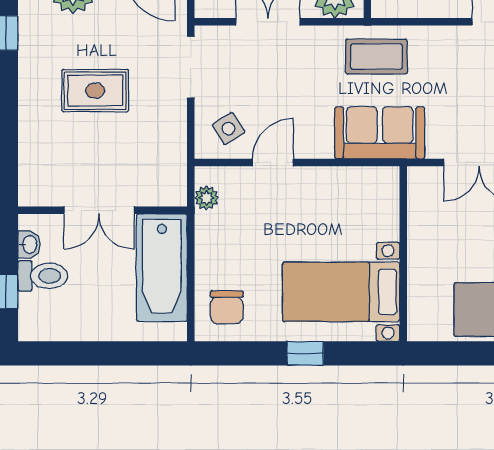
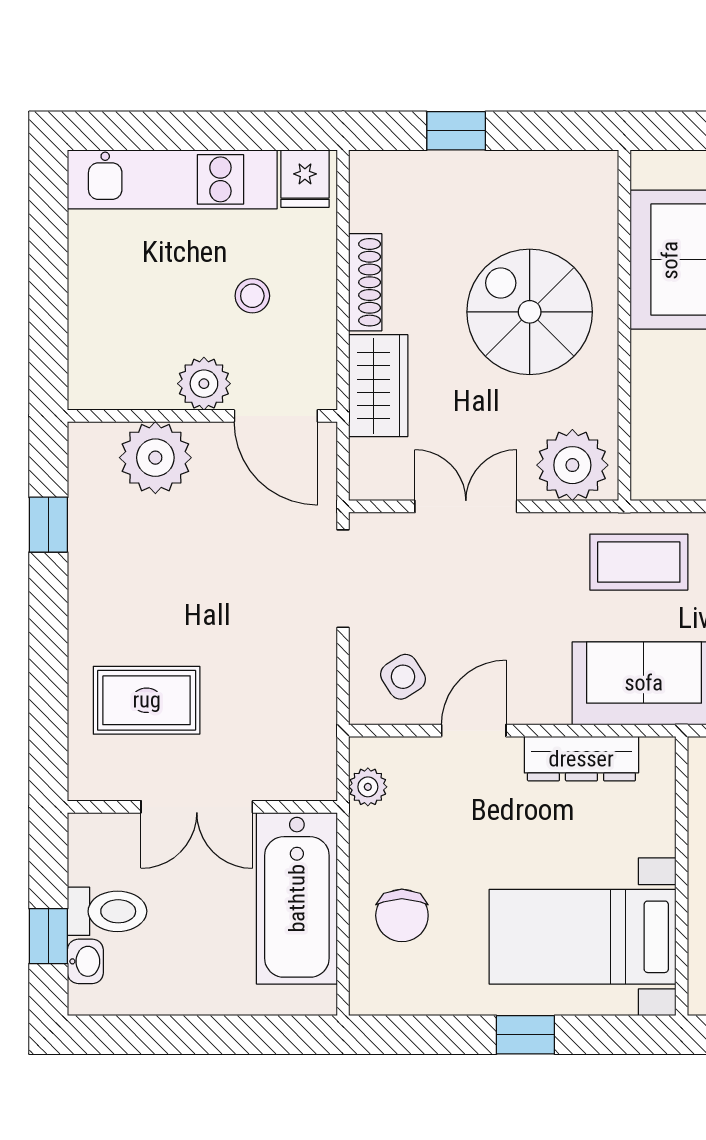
rug: (95, 91) -> (147, 700), moved
dresser: (340, 180) -> (581, 759), added
washbasin: (29, 244) -> (85, 961), moved
chair: (227, 307) -> (402, 915), moved

